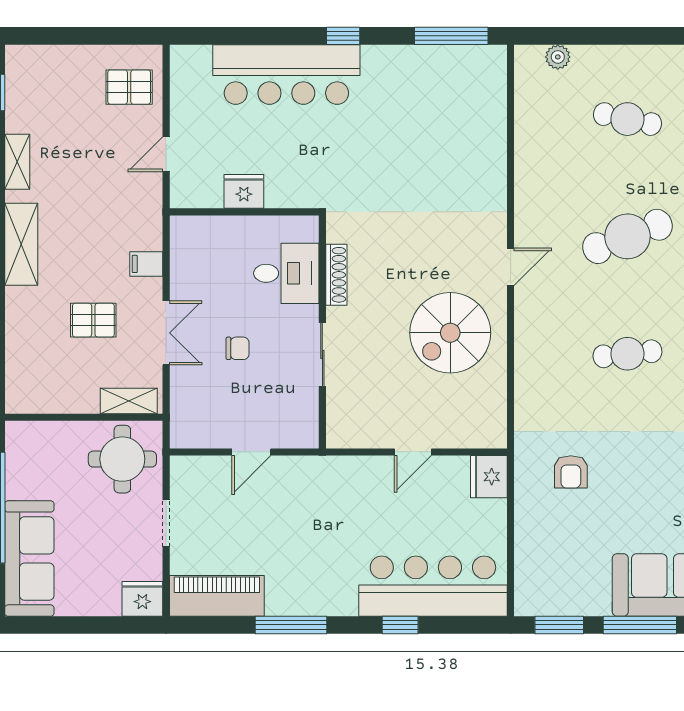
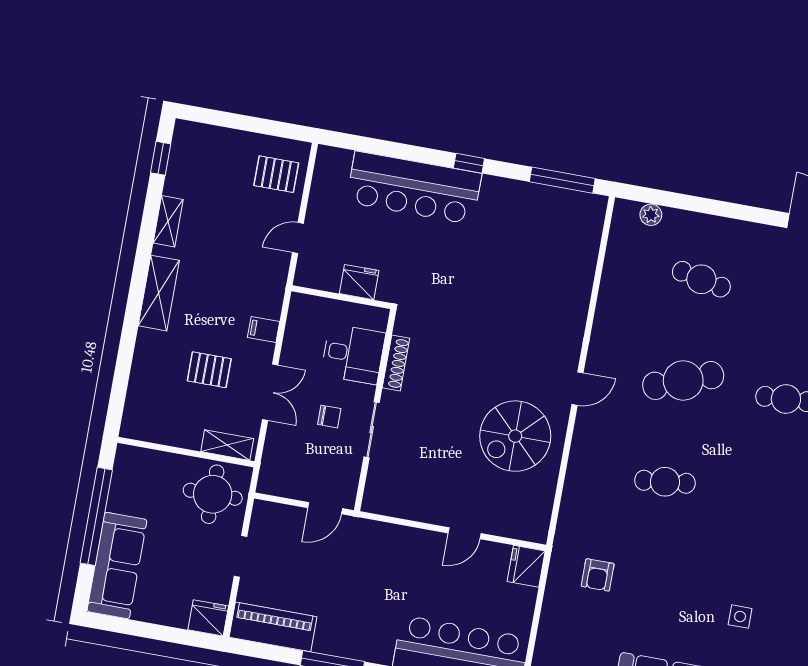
desk: (286, 273) -> (353, 354), moved
shoe rack: (336, 275) -> (396, 363), moved
wall: (322, 332) -> (375, 410), moved
sliding door: (322, 355) -> (372, 430), moved

